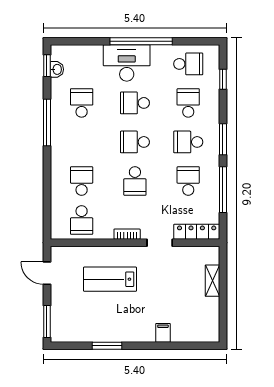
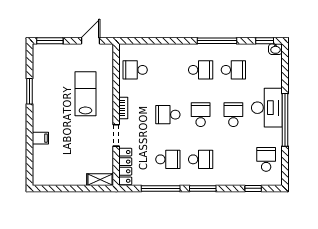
school desk: (188, 64) -> (266, 159), turned 180
washbasin: (57, 69) -> (275, 49), moved
school desk: (188, 103) -> (233, 159), removed
school desk: (188, 142) -> (201, 159), turned 90
school desk: (82, 181) -> (201, 70), moved
shelving: (212, 281) -> (100, 180), moved

